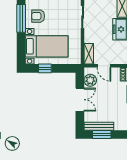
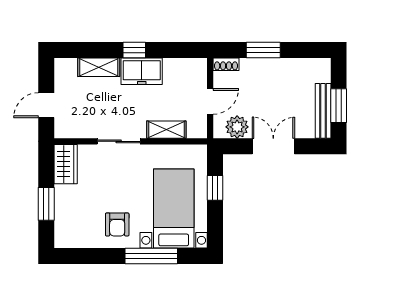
window: (21, 18) -> (151, 256), moved
shelving: (89, 54) -> (166, 130), moved
window: (45, 68) -> (215, 188), moved

